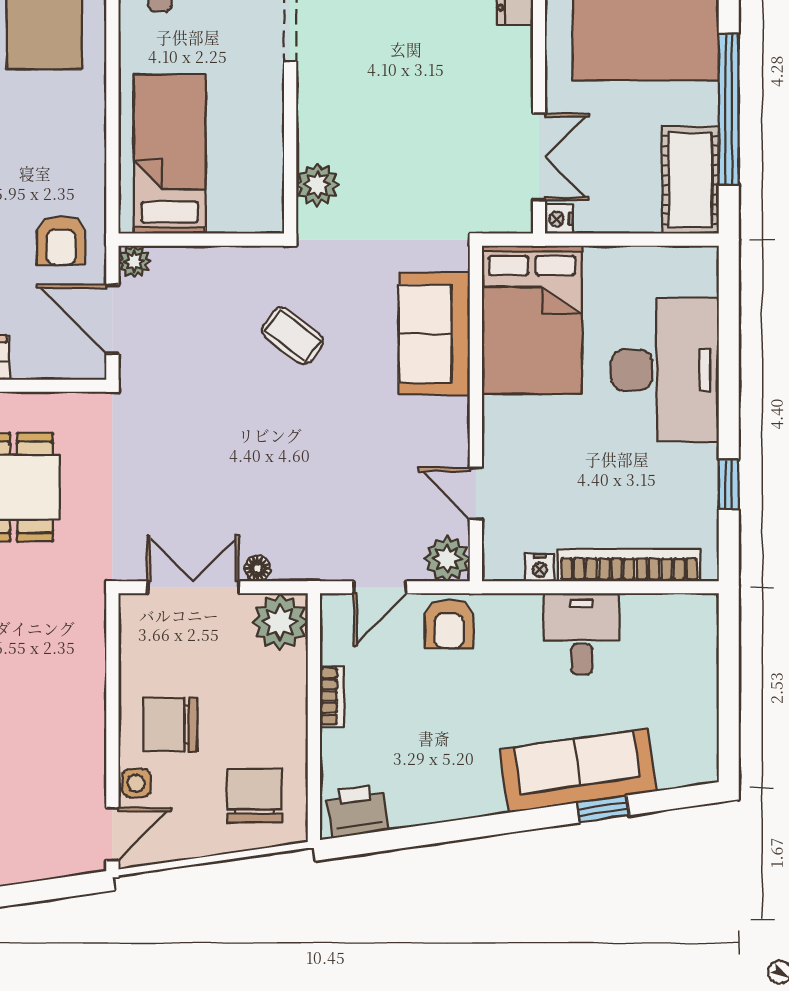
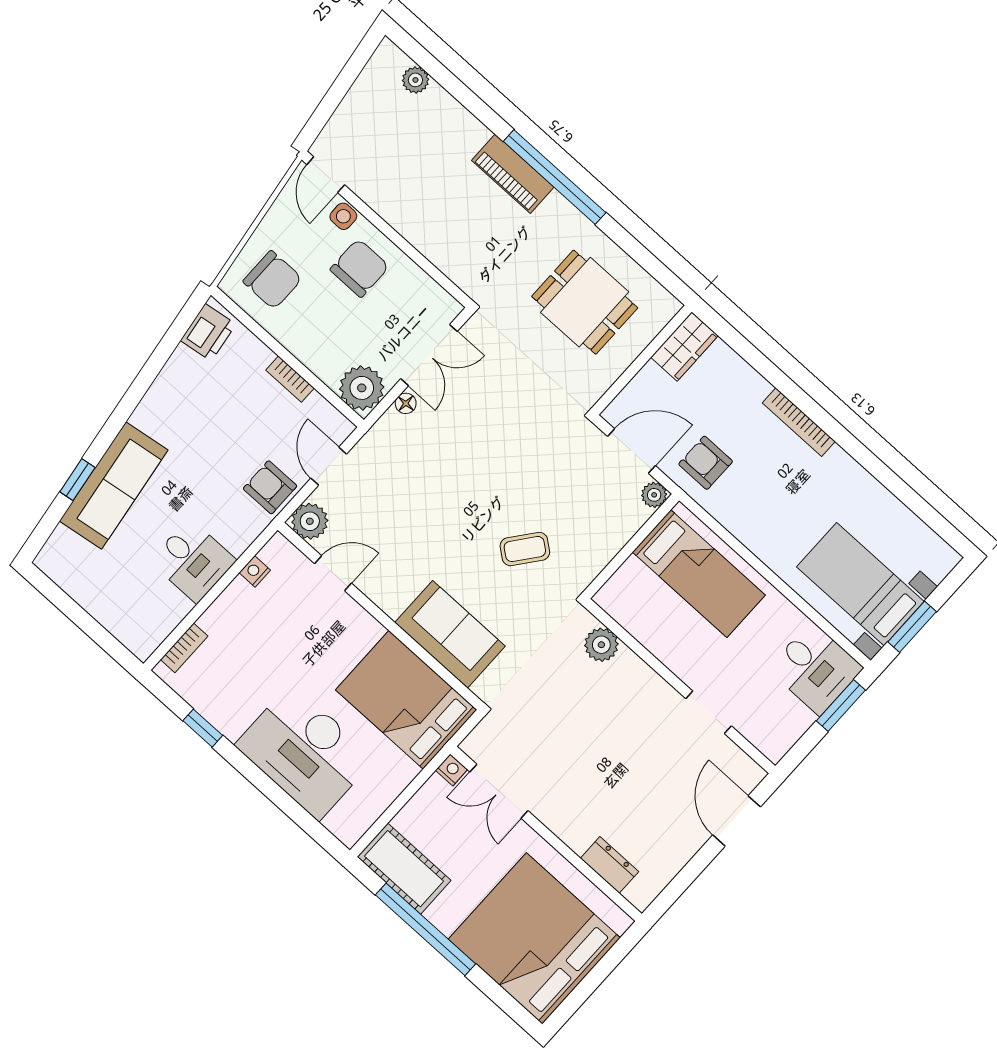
bookcase: (629, 565) -> (184, 648), width x0.43, depth x0.76

